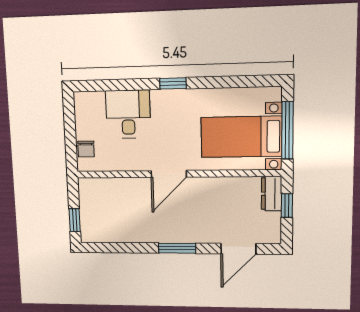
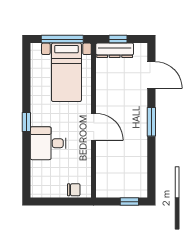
desk: (128, 114) -> (48, 143), moved
dresser: (272, 194) -> (115, 50), width x1.44

